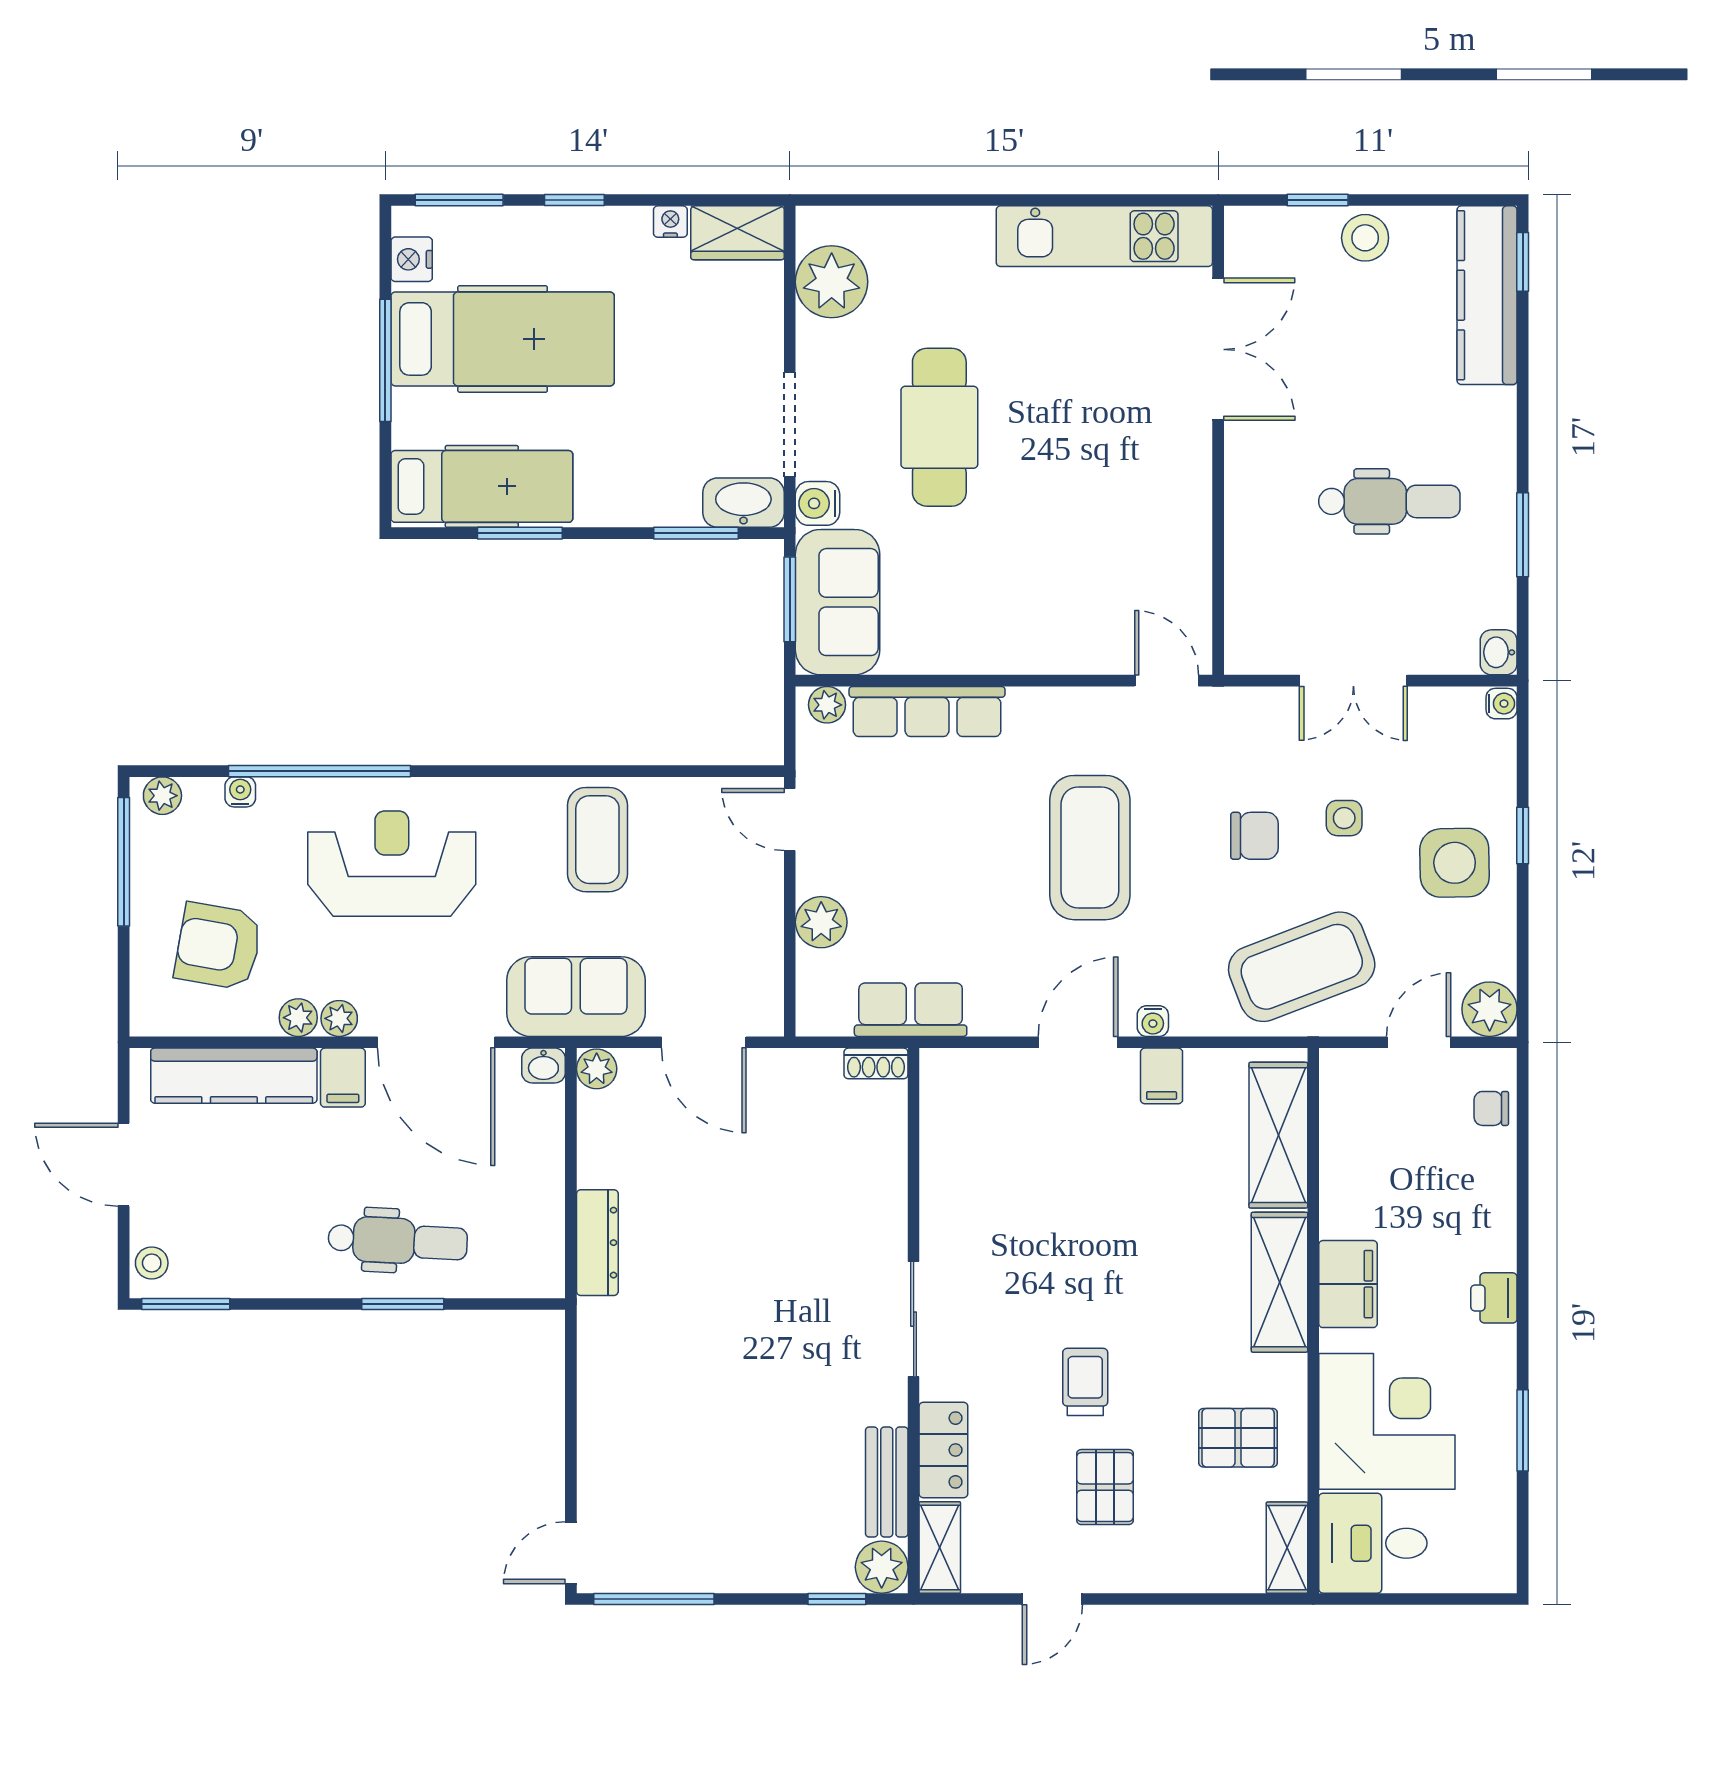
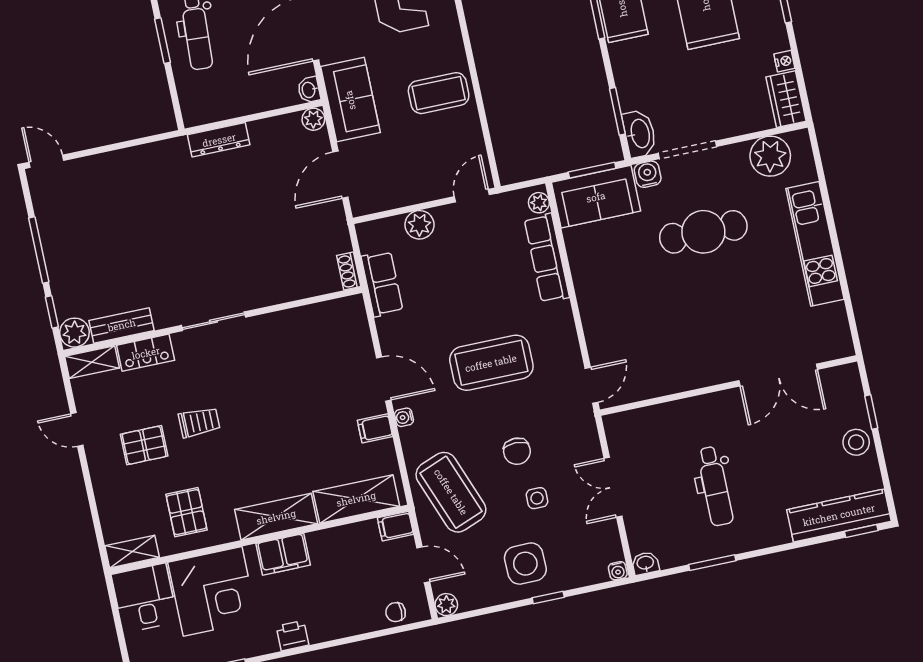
kitchen unit: (1104, 236) -> (815, 244), moved
plant: (1490, 1009) -> (446, 605), width x0.73, depth x0.73
filing cabinet: (1340, 1077) -> (395, 526), added
chair: (1491, 1108) -> (396, 612), turned -90
window: (654, 1599) -> (39, 250), moved

